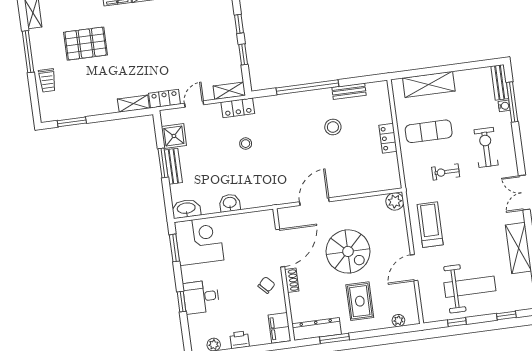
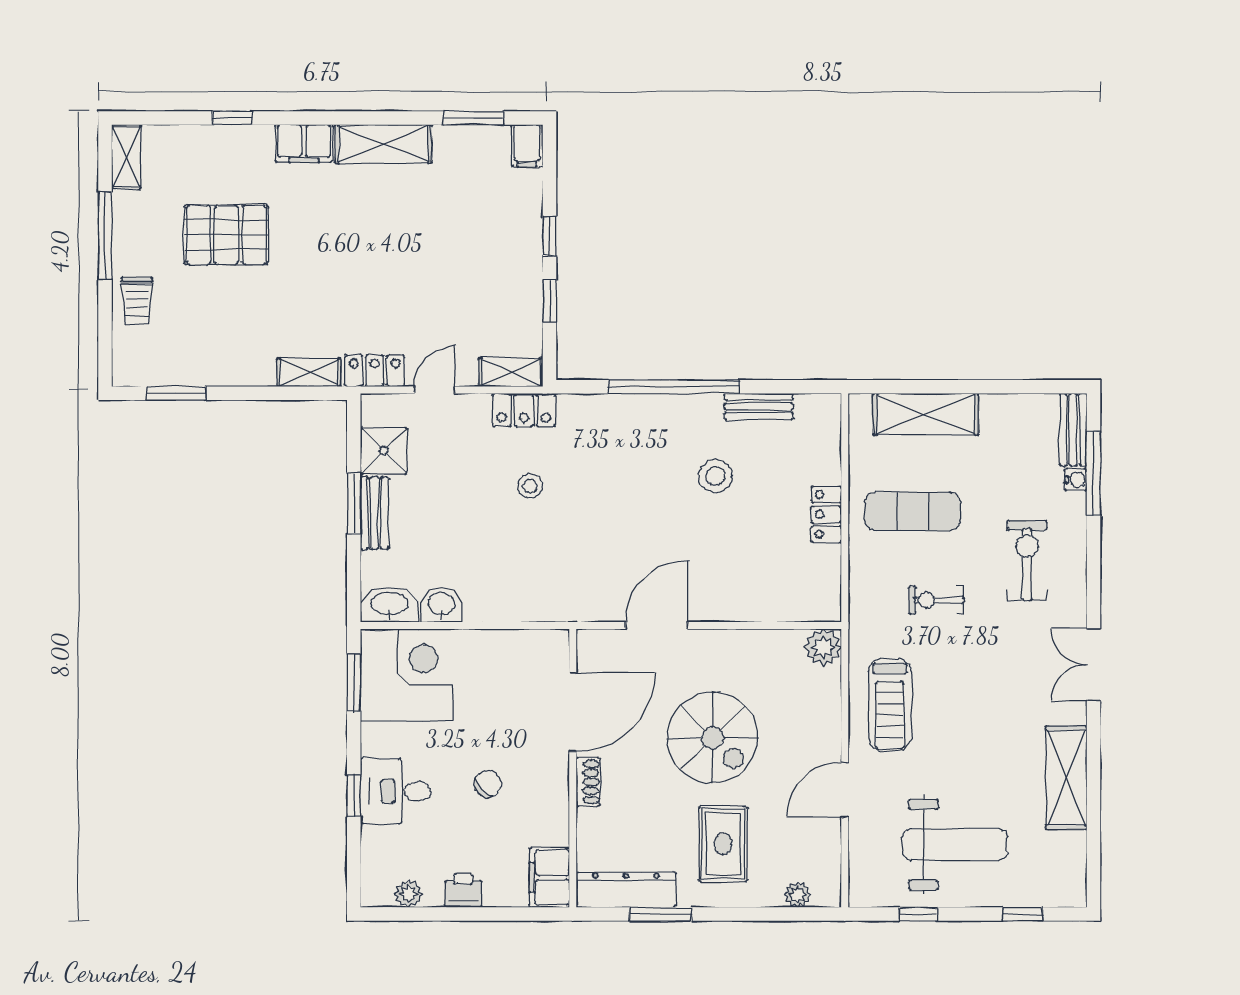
washbasin: (230, 203) -> (442, 605), moved
treadmill: (430, 225) -> (890, 705), turned 180
chair: (266, 285) -> (488, 784), moved

